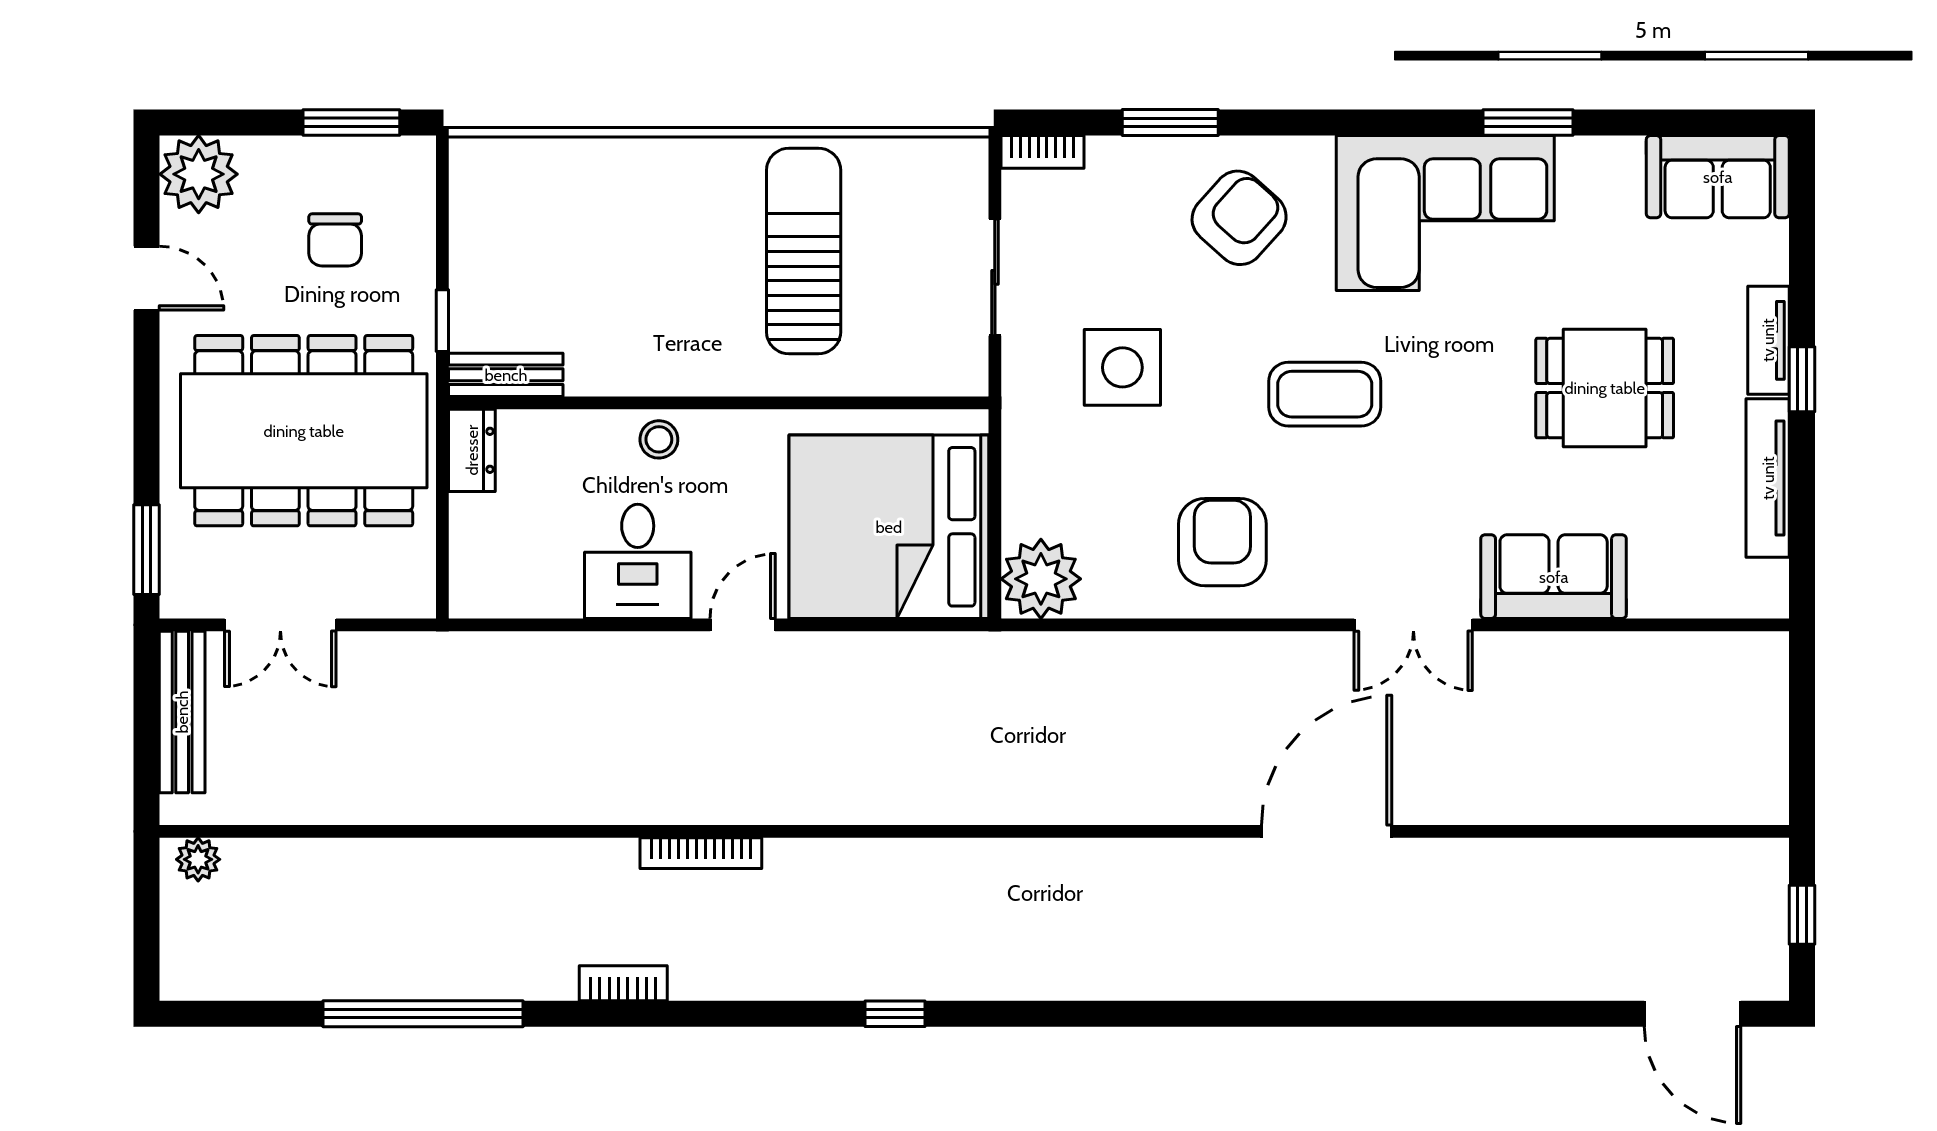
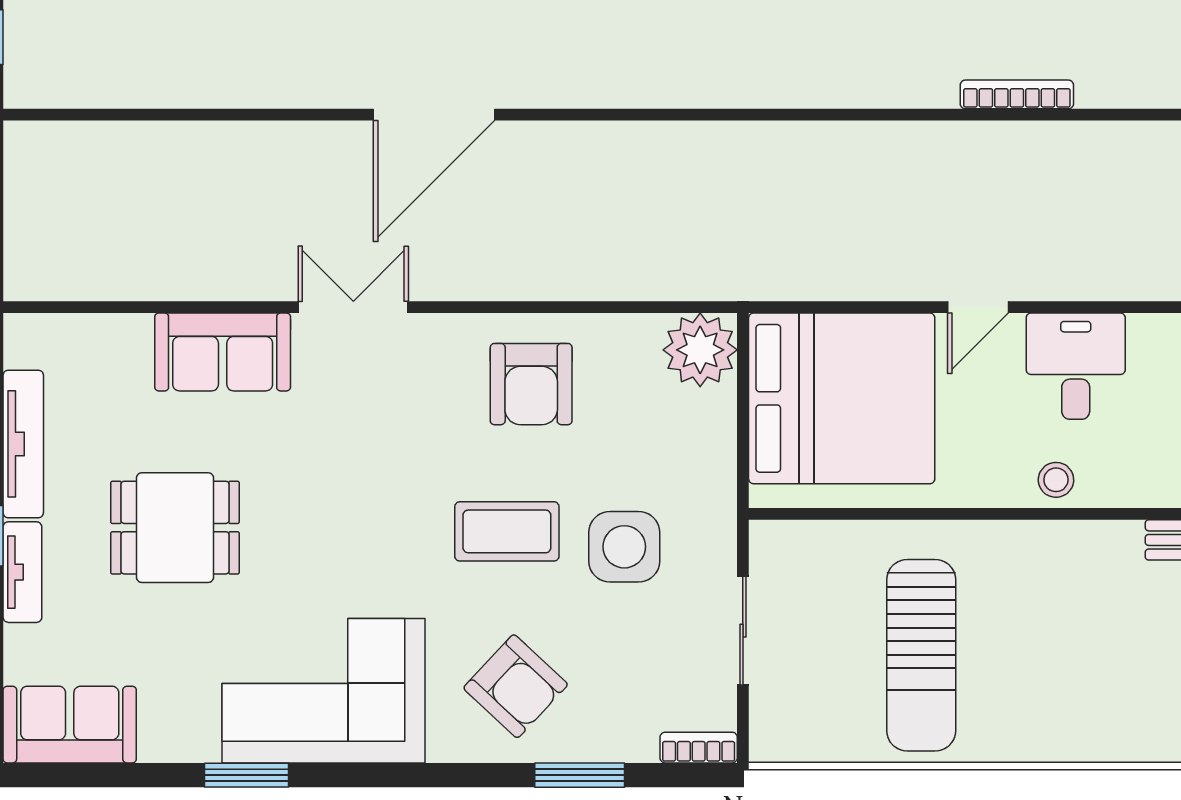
armchair: (1239, 218) -> (516, 686), turned -89
coffee table: (1325, 394) -> (507, 531), moved

